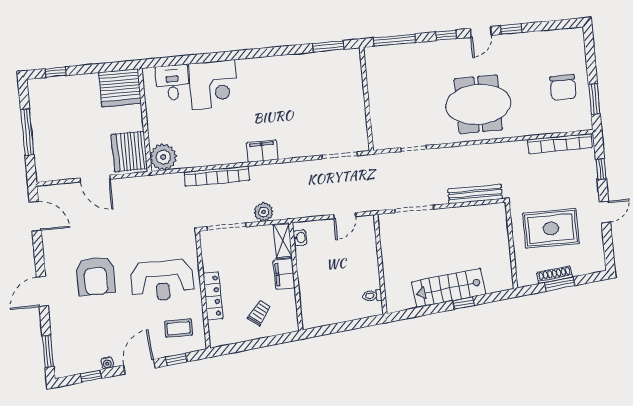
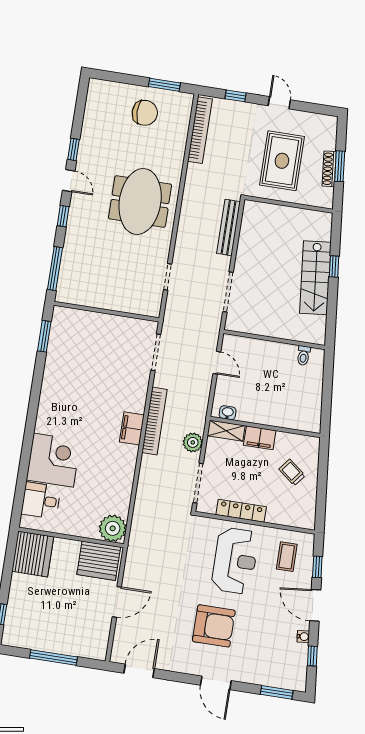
bookcase: (217, 176) -> (154, 421), moved
locker: (213, 296) -> (241, 511), moved

